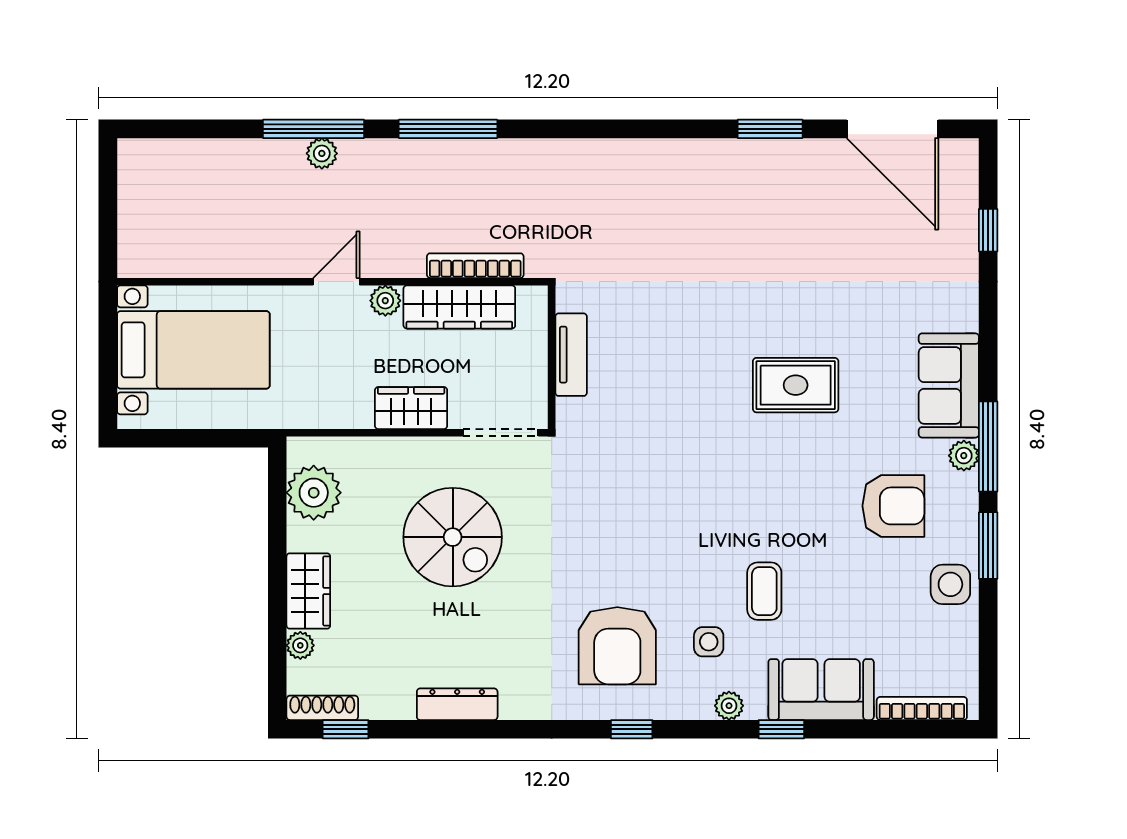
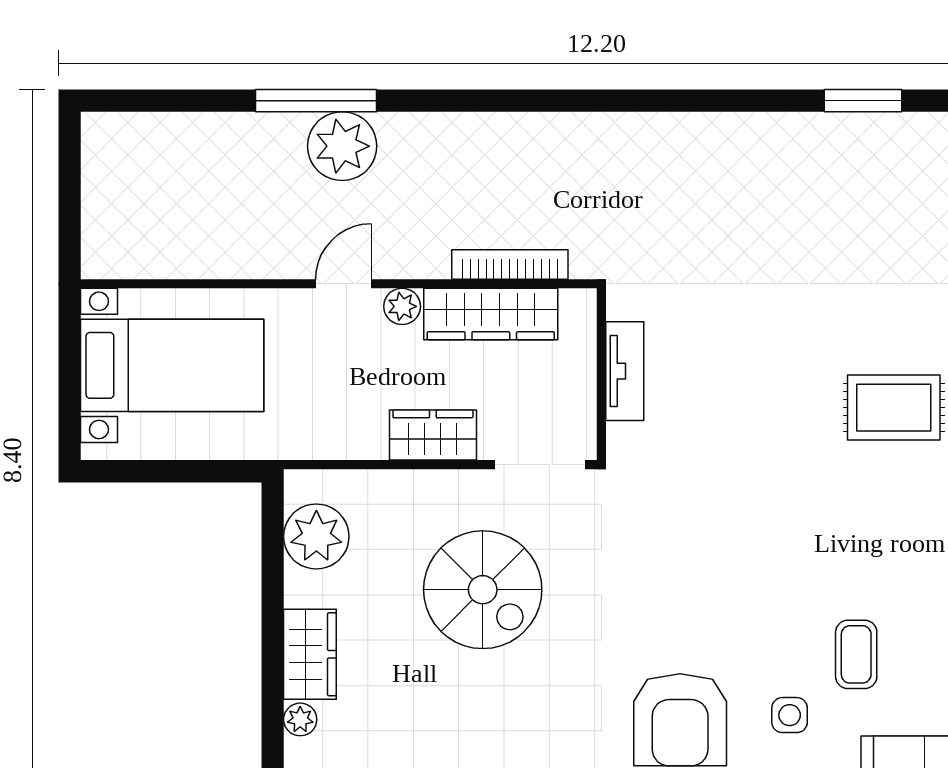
window: (448, 129) -> (477, 101), removed
plant: (322, 153) -> (342, 146), width x1.87, depth x1.87

